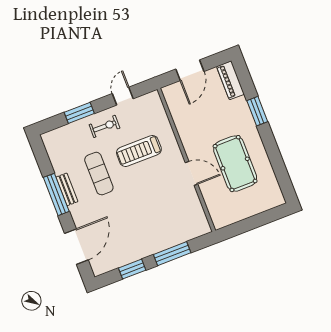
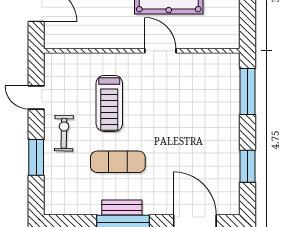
door: (191, 173) -> (160, 51), hinge flipped
window: (172, 254) -> (247, 92), moved

